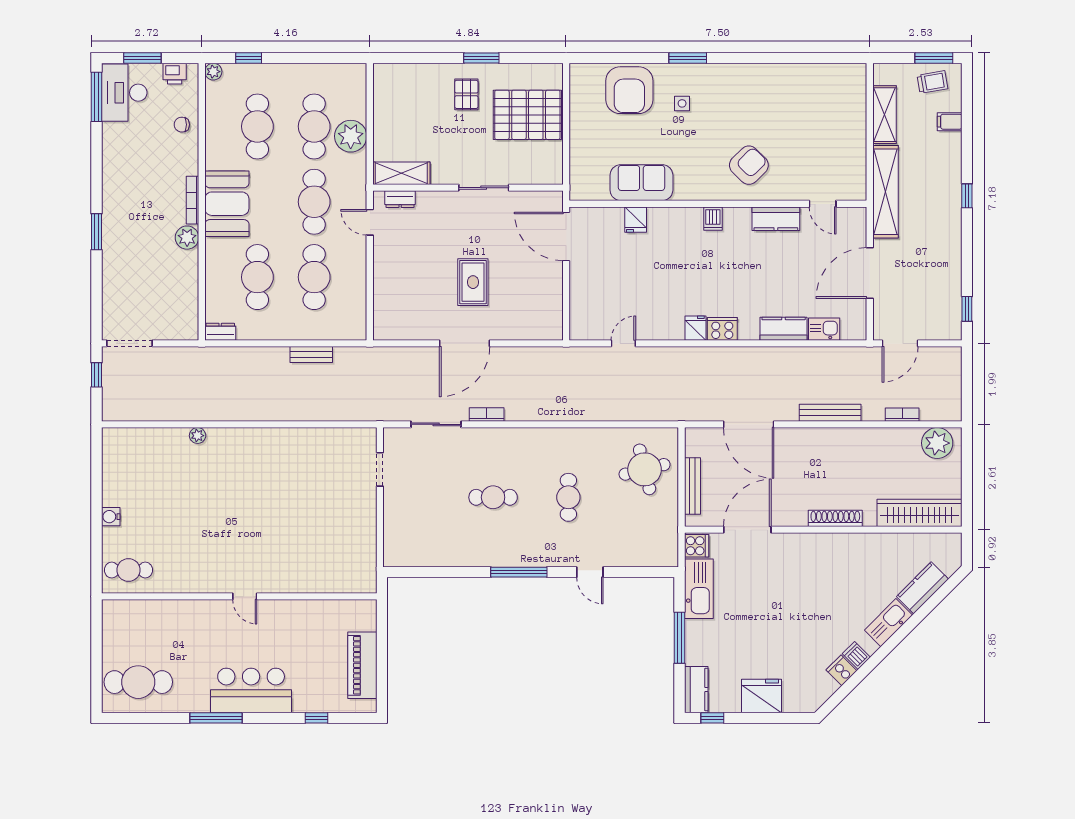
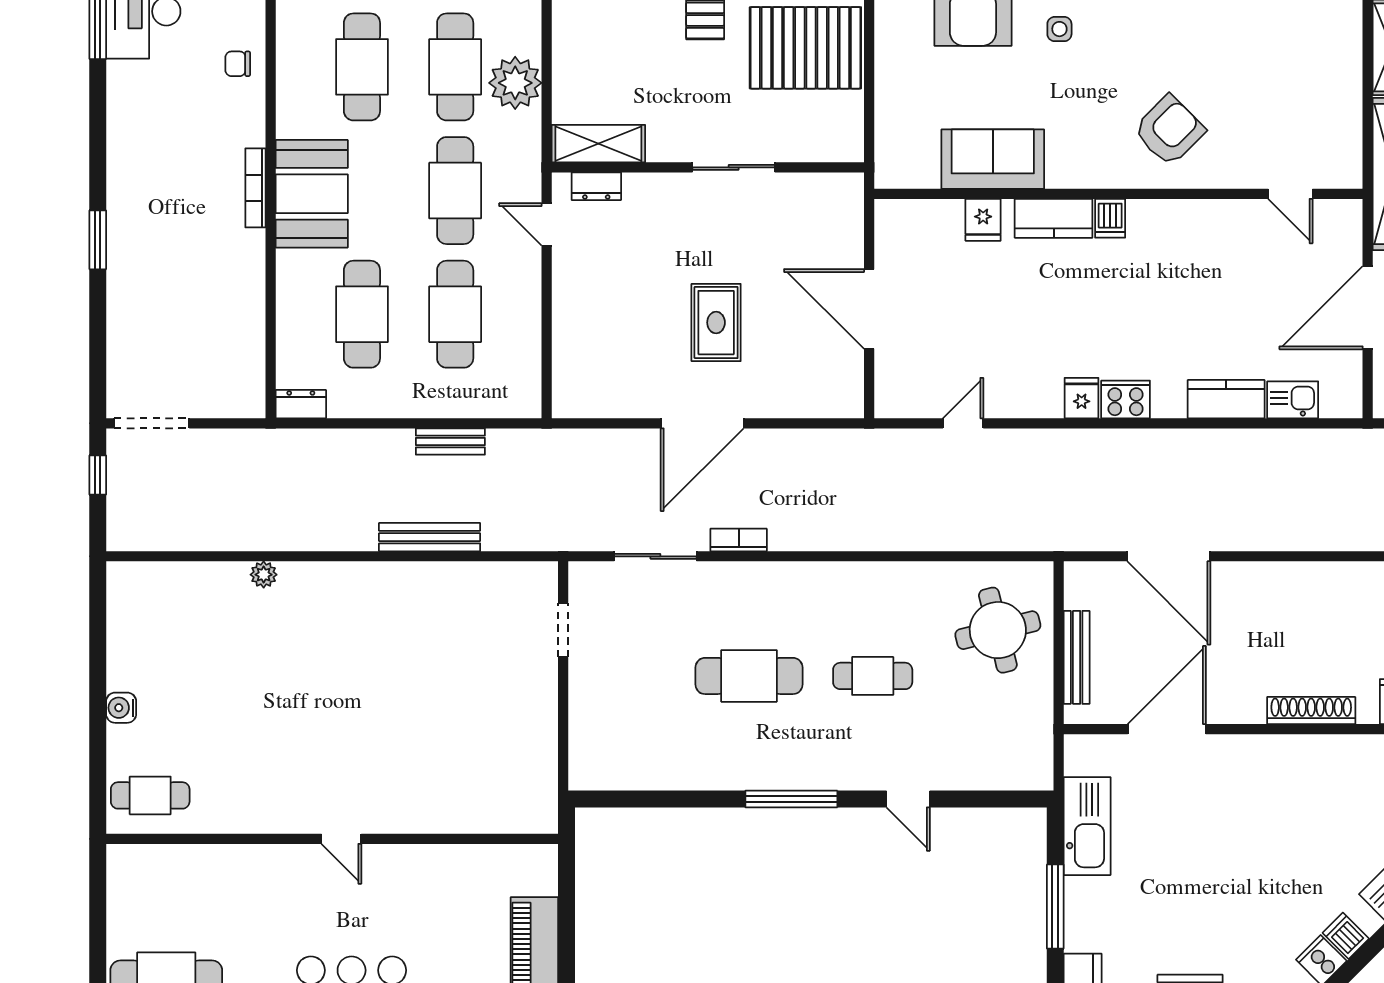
kitchen counter: (776, 219) -> (1054, 218), moved
door: (566, 236) -> (869, 309), moved
plant: (187, 238) -> (246, 249), removed
bench: (830, 413) -> (430, 537), moved
cafe table: (493, 497) -> (749, 676), width x1.37, depth x1.35
cafe table: (568, 497) -> (873, 676), turned 90
cooker: (697, 546) -> (1083, 756), removed

